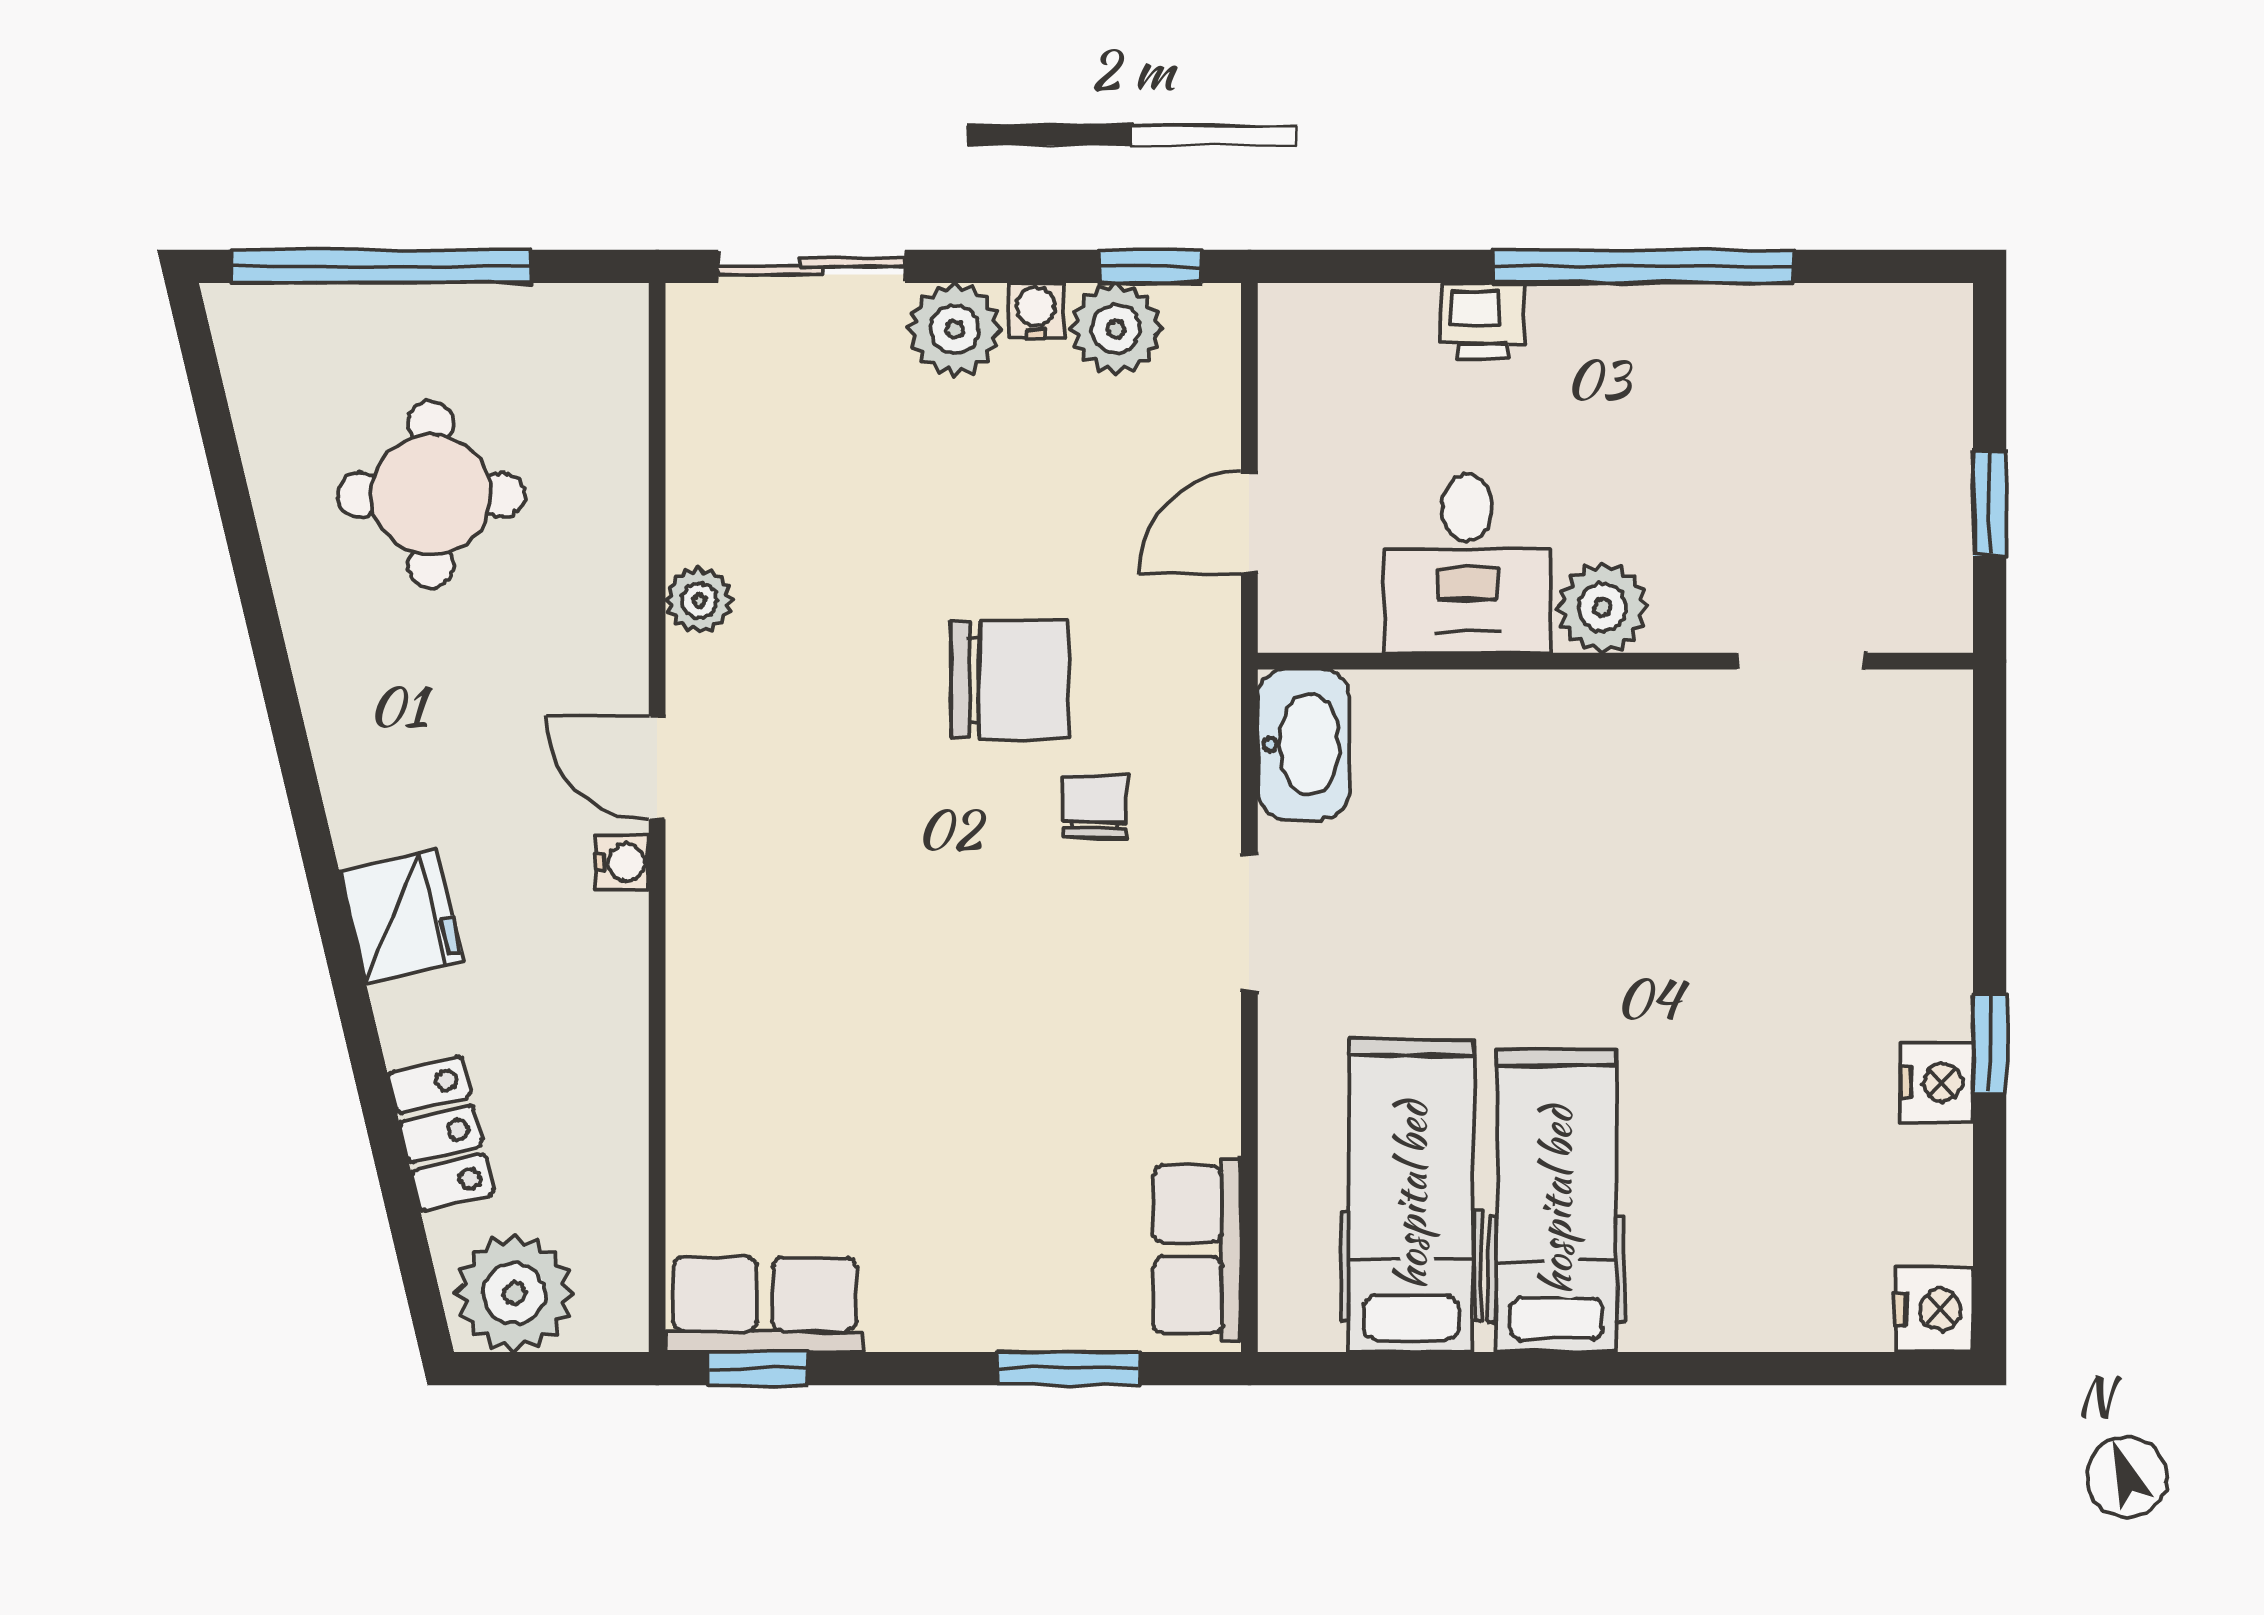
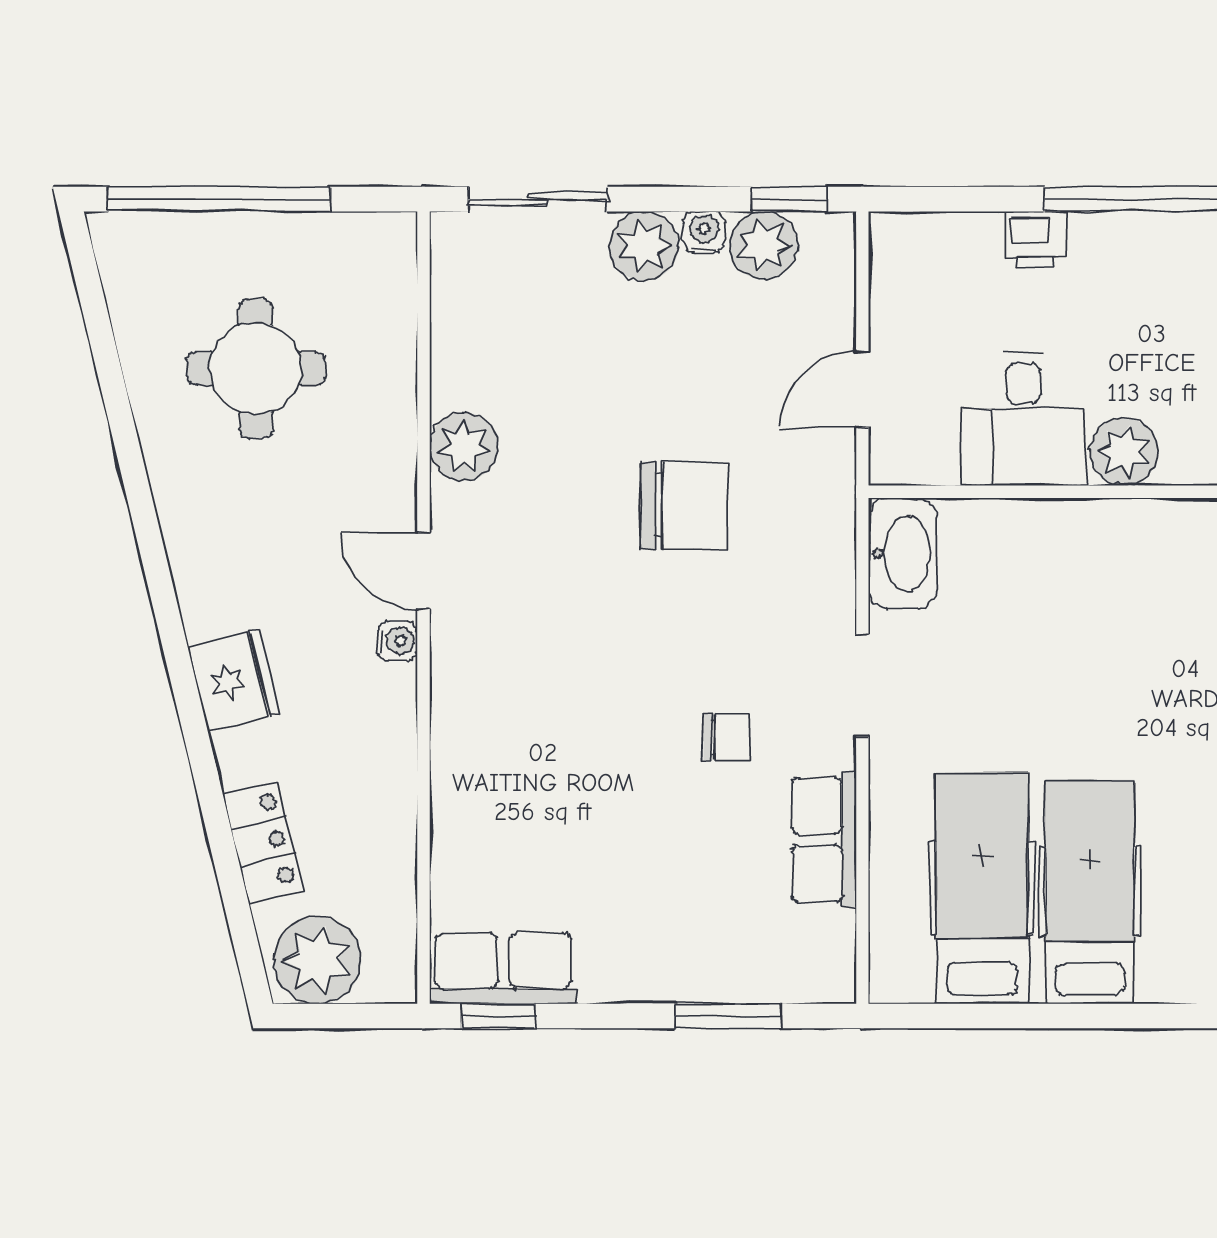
plant: (699, 600) -> (464, 447), width x1.38, depth x1.38
chair: (1095, 806) -> (727, 737), moved, turned 90
row of seats: (1197, 1249) -> (824, 840), moved

